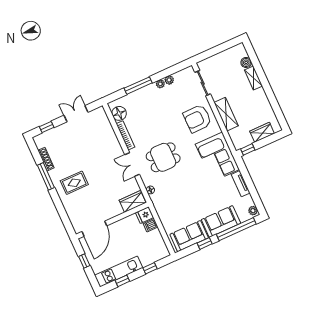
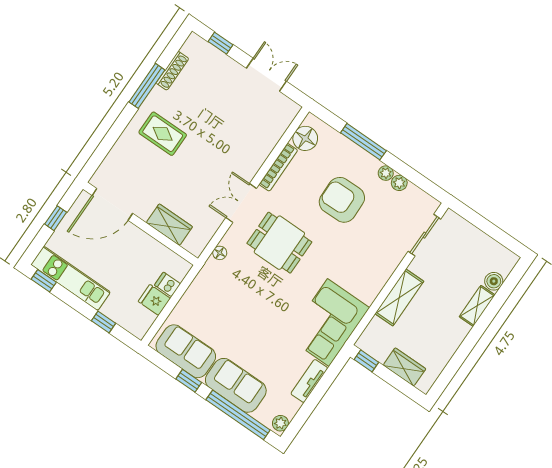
armchair: (197, 119) -> (342, 200), moved
wardrobe: (133, 202) -> (169, 225), moved
fridge: (145, 215) -> (154, 300), moved
window: (122, 281) -> (44, 281), moved

